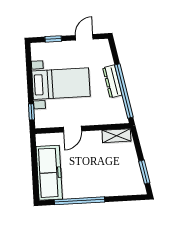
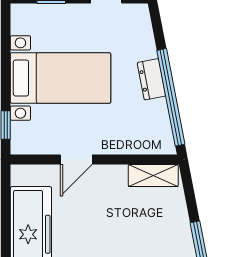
dresser: (112, 81) -> (151, 79), width x0.70

